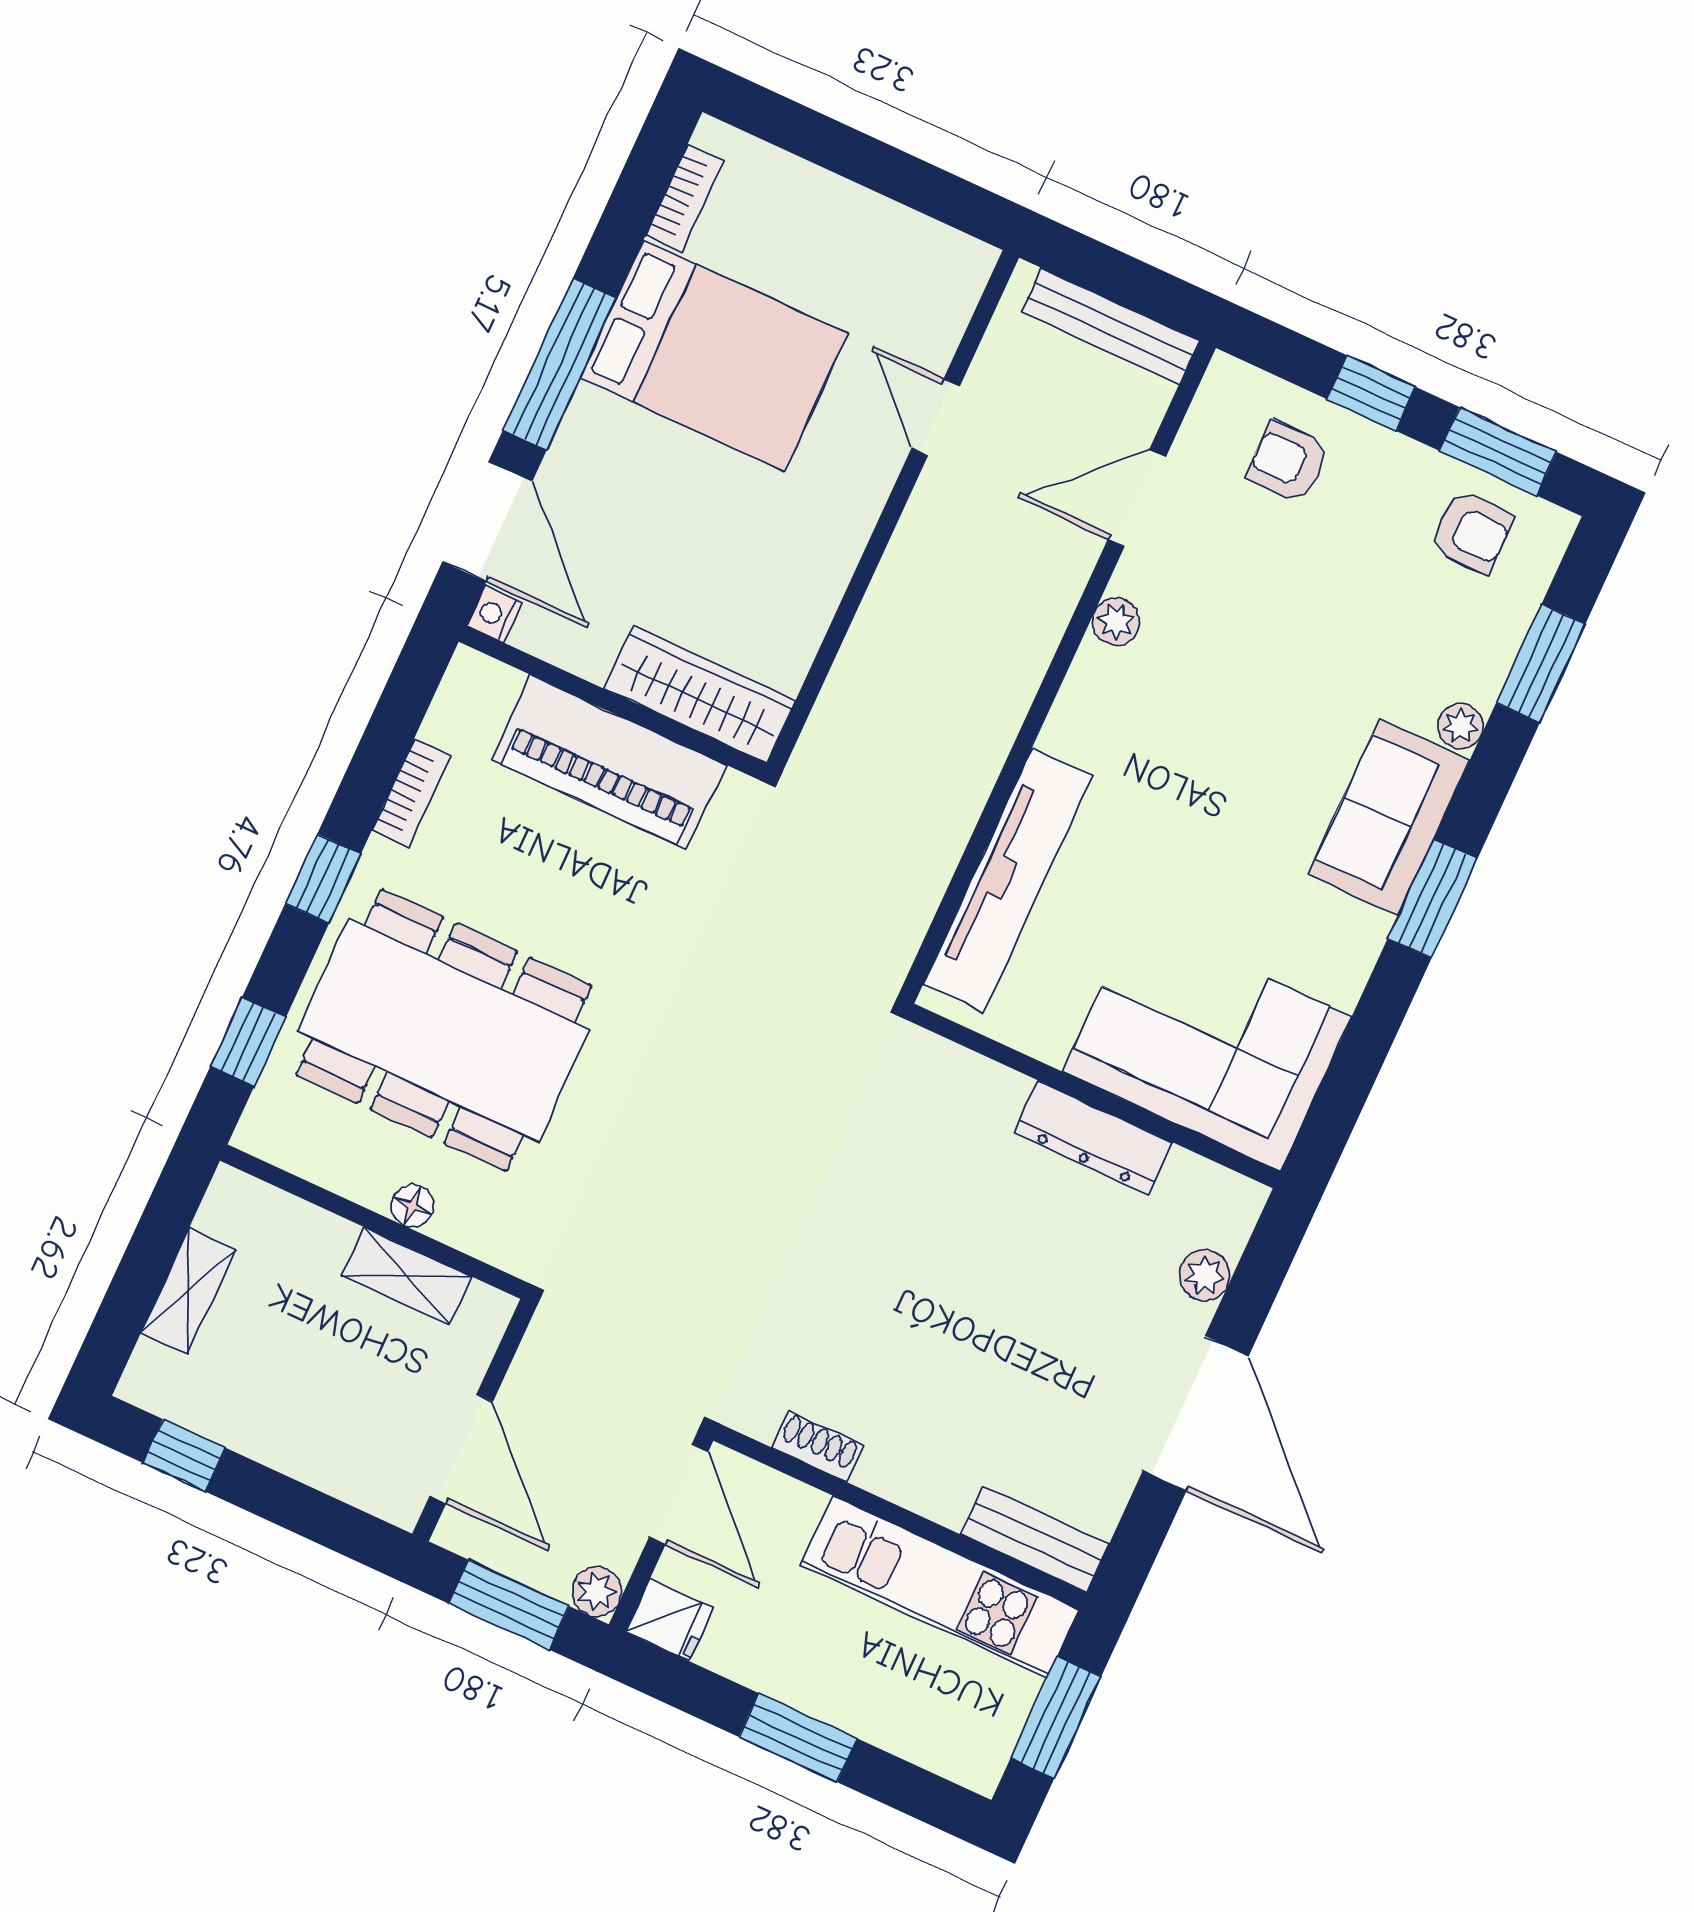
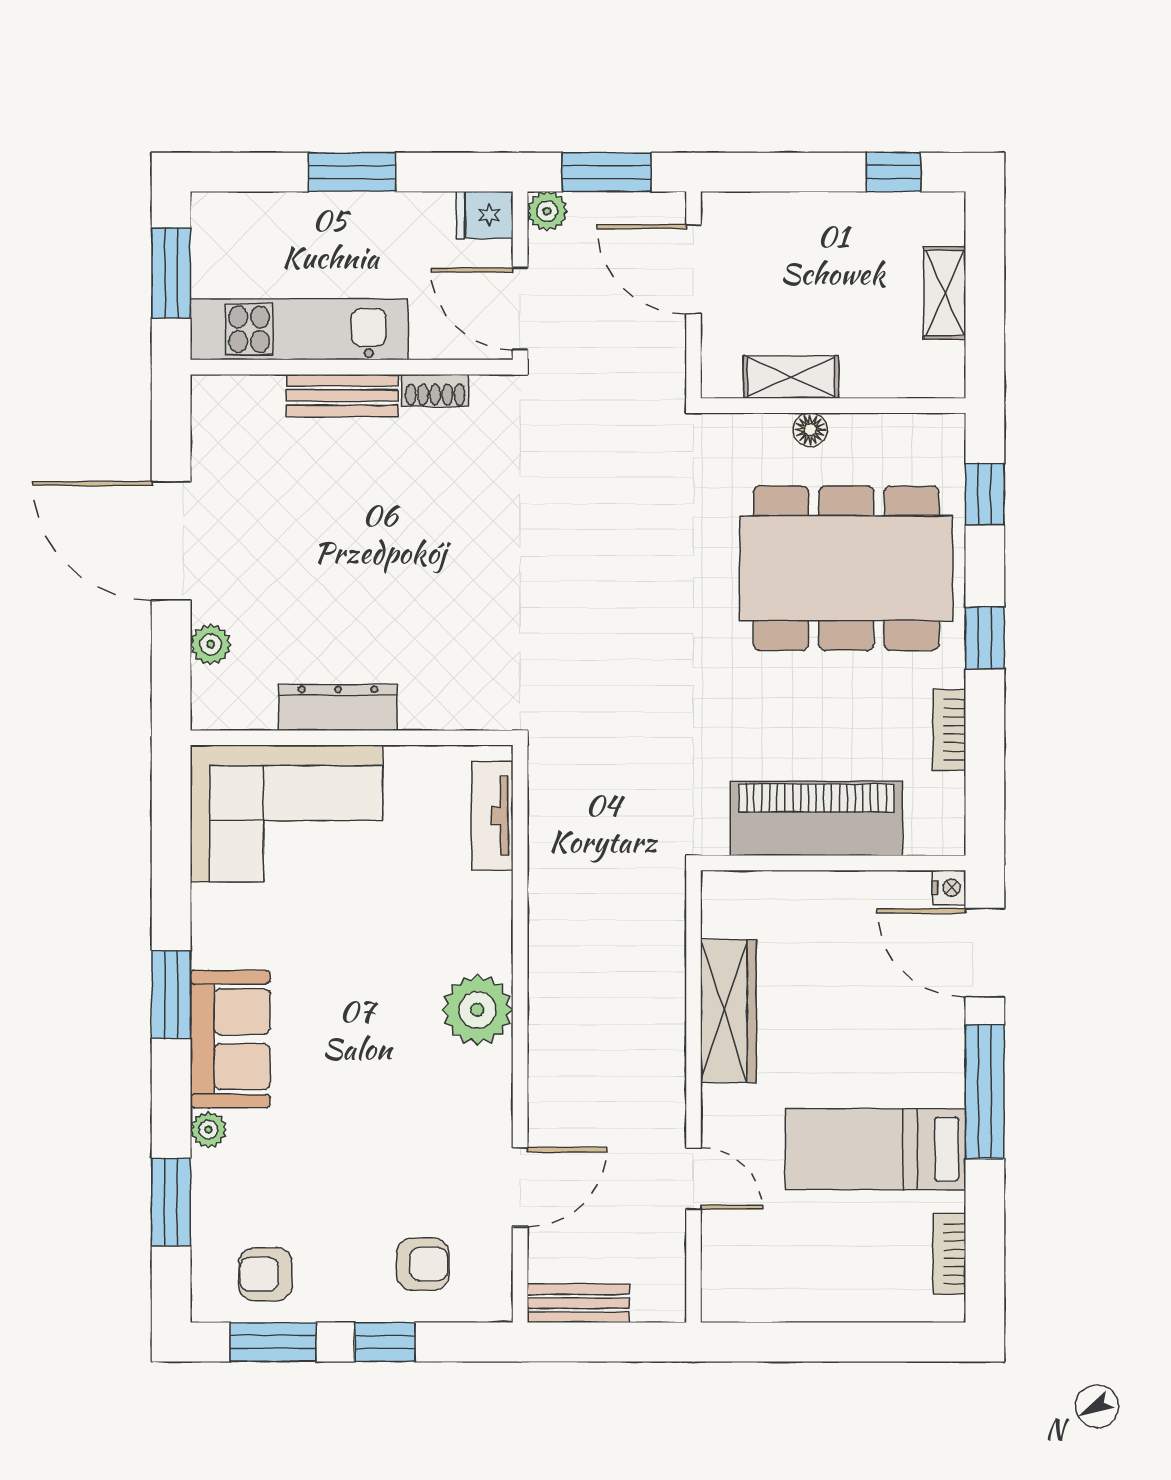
bench: (1110, 326) -> (578, 1303), width x0.73
bed: (714, 356) -> (876, 1149), width x0.67
plant: (1116, 622) -> (477, 1010), moved, width x1.88, depth x1.88
wardrobe: (700, 695) -> (728, 1011), moved, turned -90
tv unit: (1008, 880) -> (492, 816), width x0.52, depth x0.78
bench: (1035, 1539) -> (342, 396), moved

